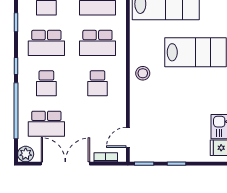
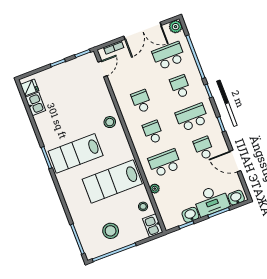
school desk: (97, 43) -> (153, 132), width x0.54

